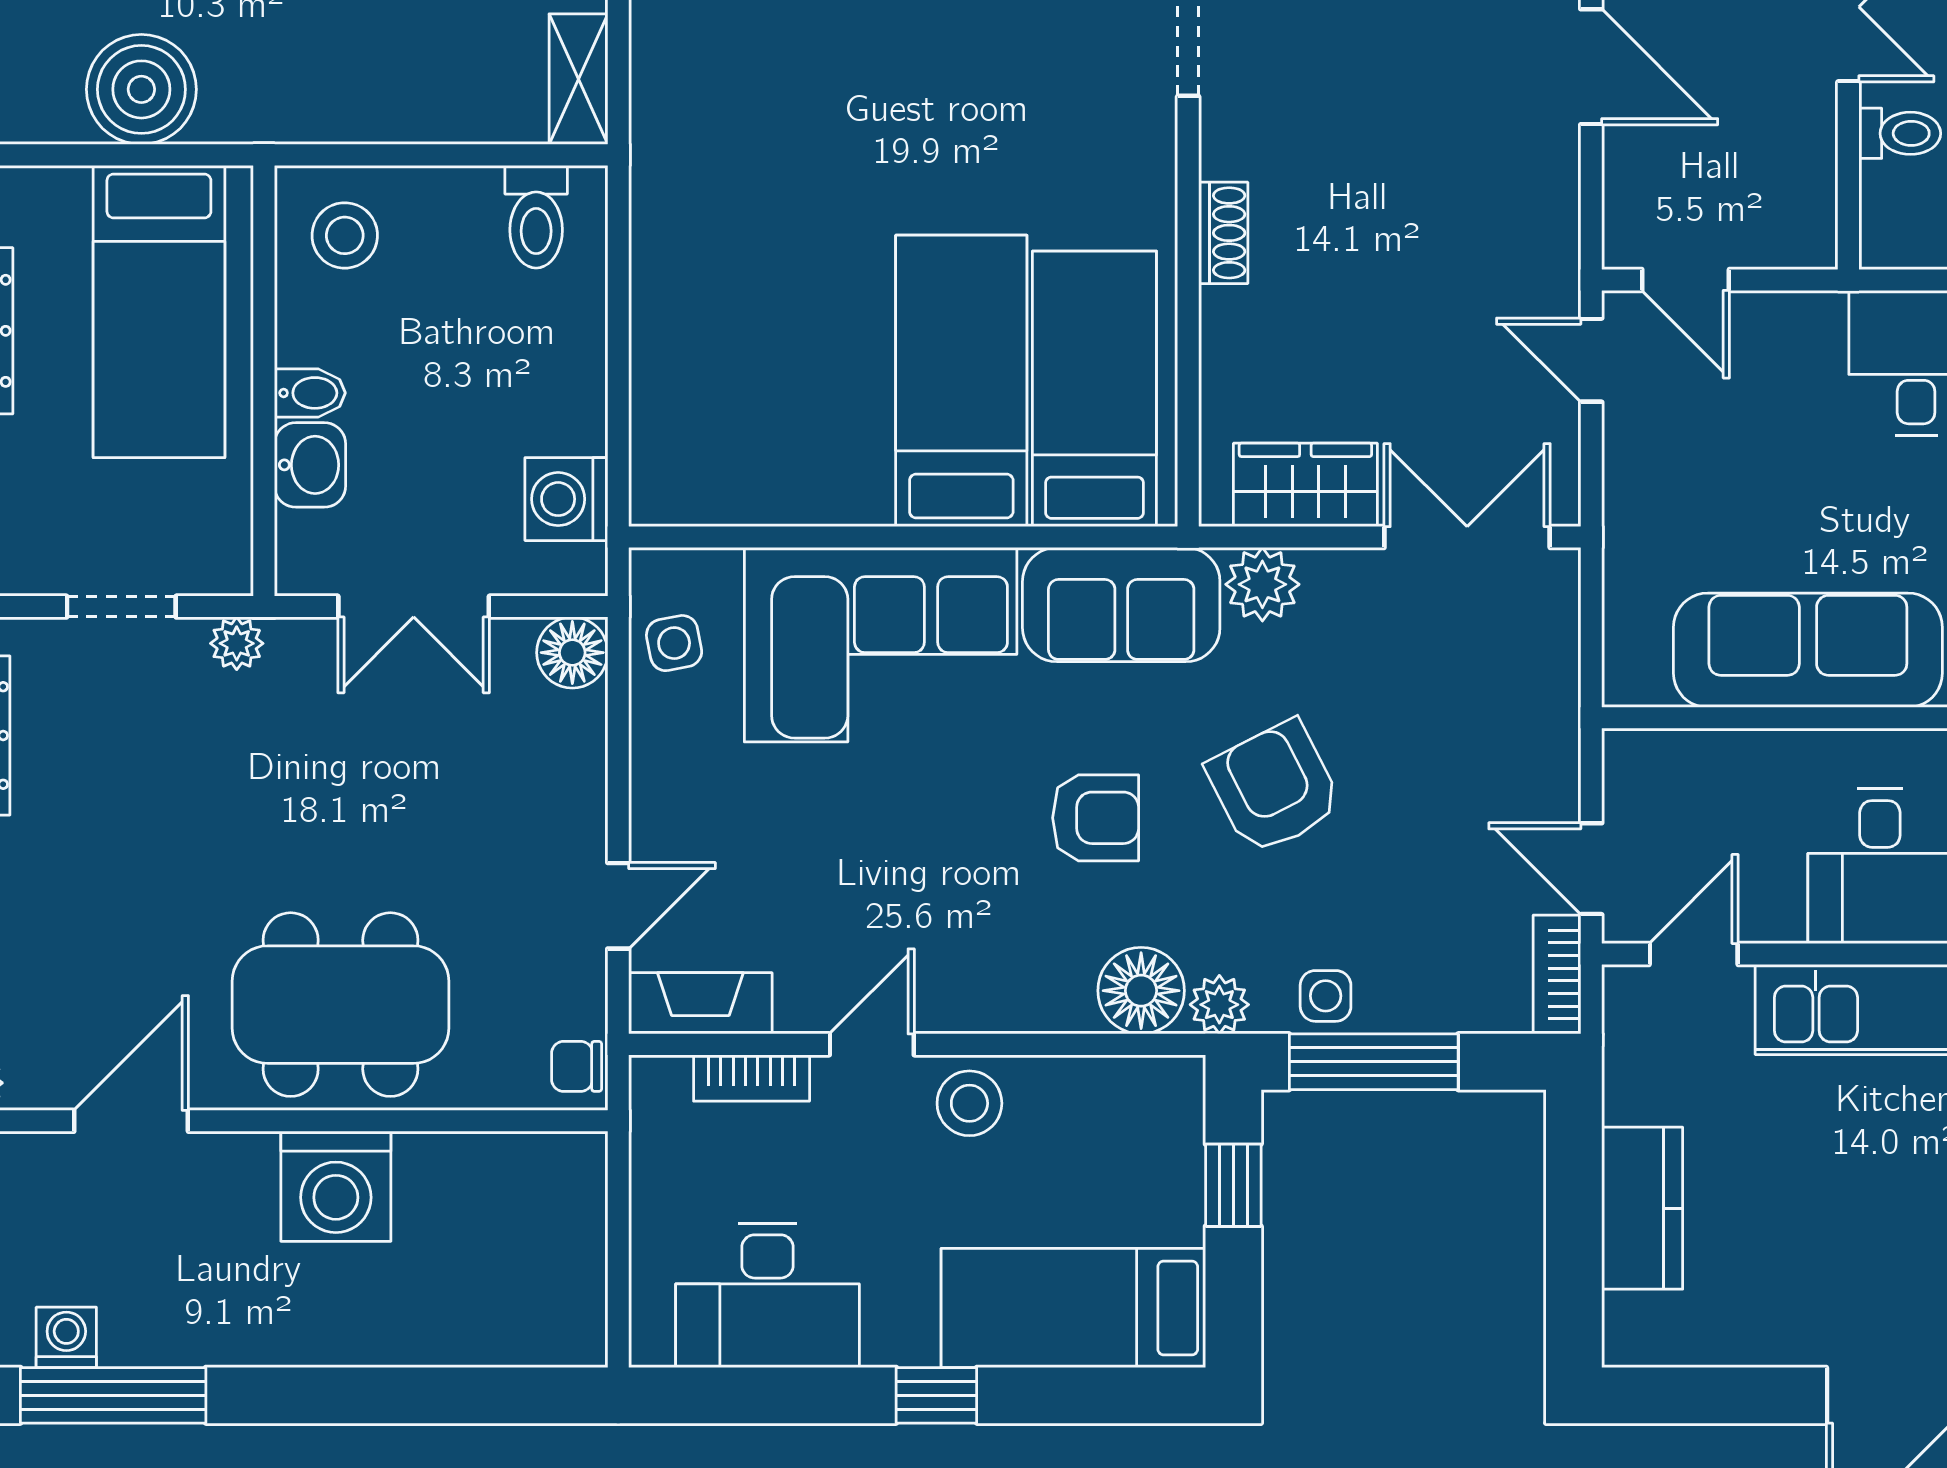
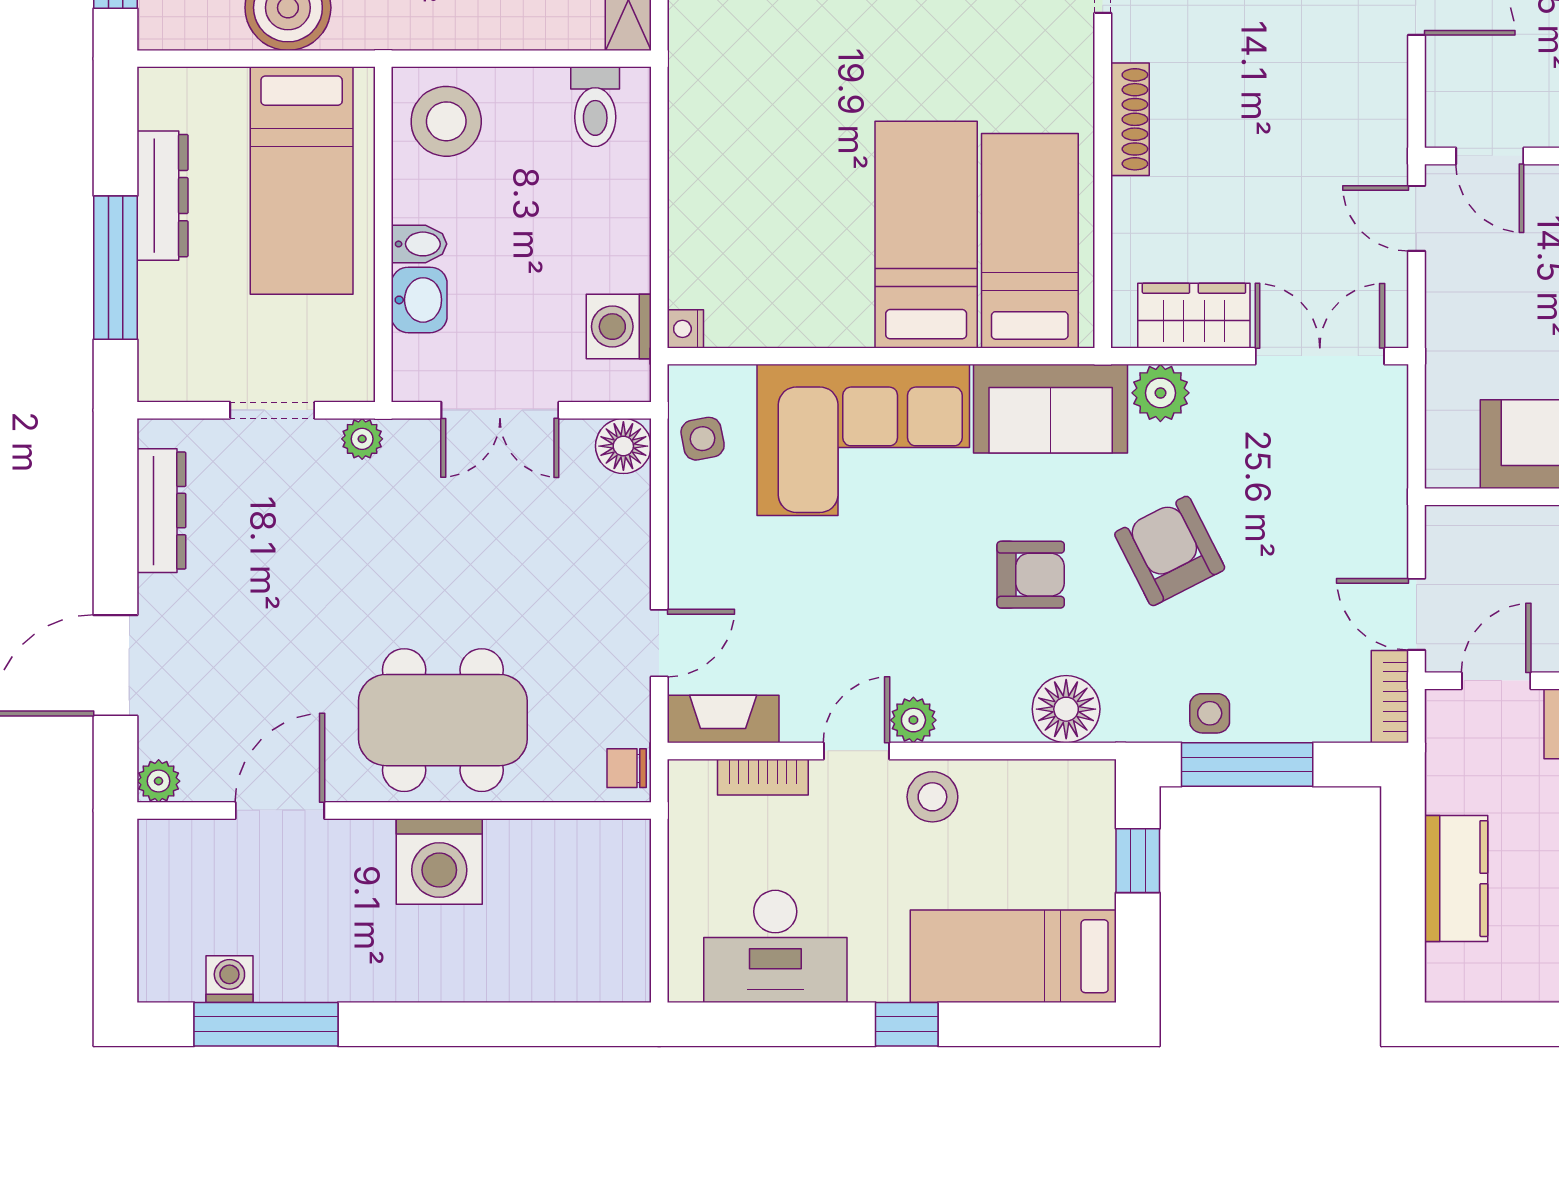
shoe rack: (1223, 233) -> (1130, 119), width x1.43
stool: (345, 235) -> (446, 121), width x1.38, depth x1.38
nightstand: (652, 502) -> (685, 329), added
plant: (1219, 1005) -> (913, 720), moved

